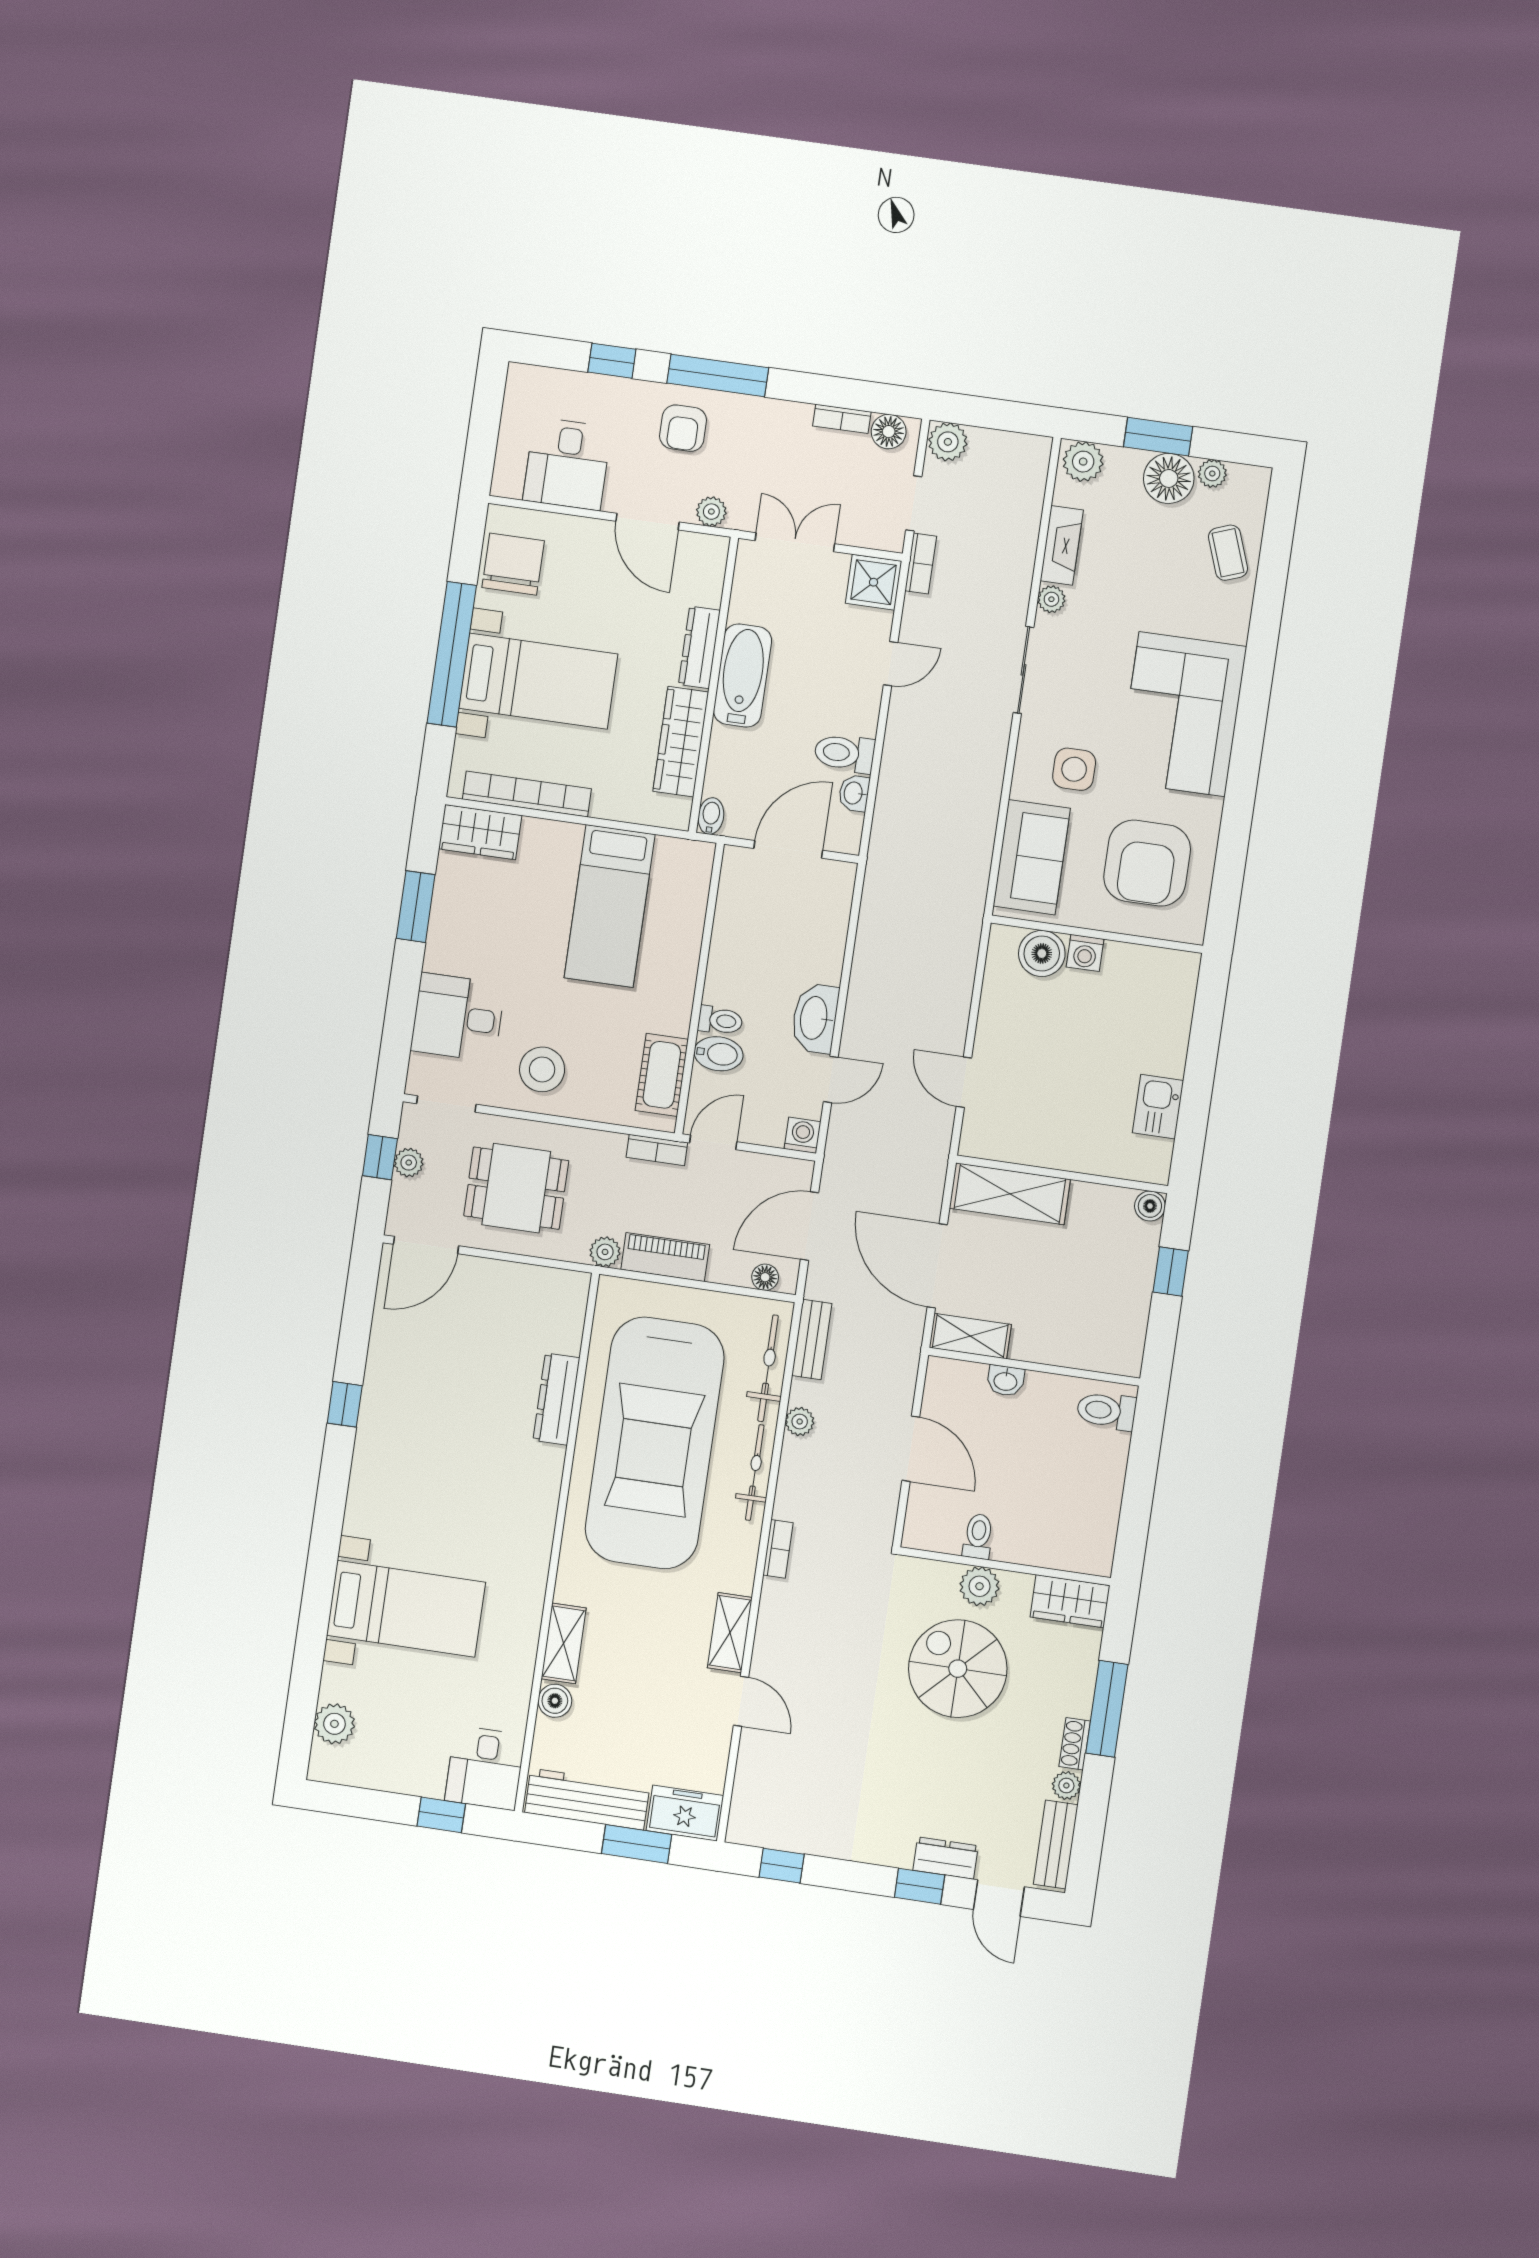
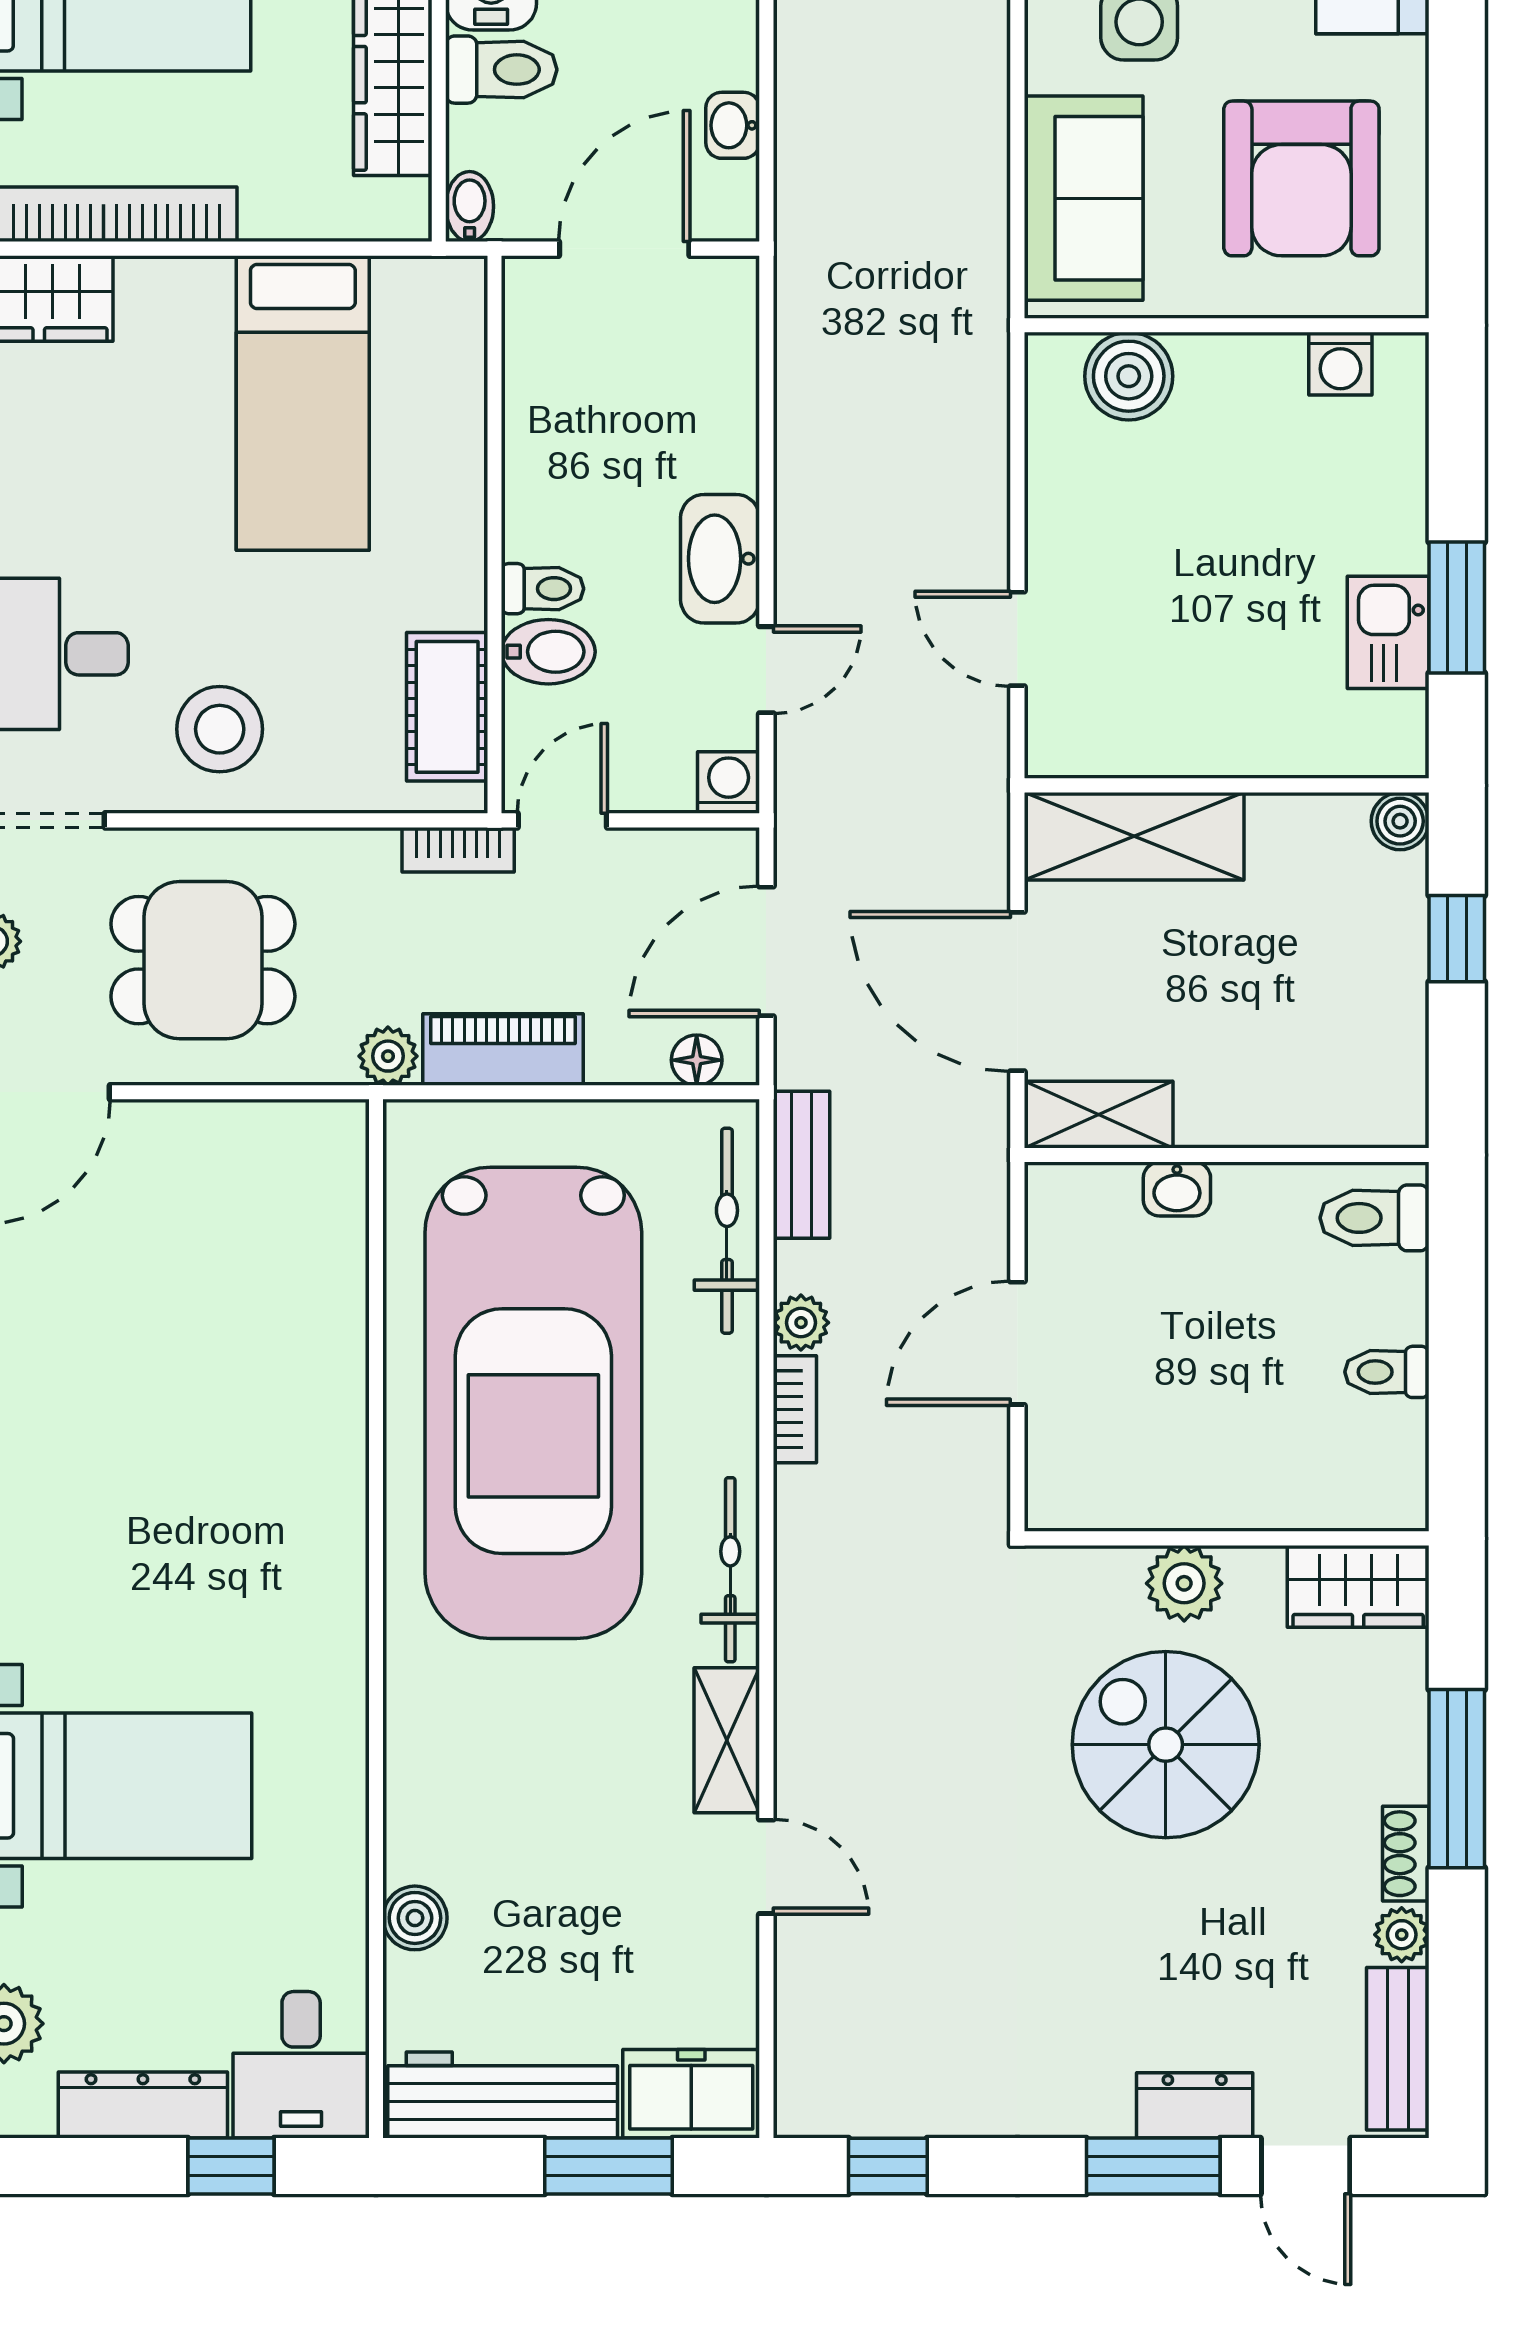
toilet: (844, 753) -> (501, 70), moved, turned 180
washing machine: (1085, 953) -> (1340, 364), moved
window: (1196, 1099) -> (1457, 608), added
dresser: (556, 1399) -> (143, 2105), moved, turned 90
door: (911, 1449) -> (1017, 1343), swing flipped
bicycle: (755, 1473) -> (730, 1570), moved
toilet: (978, 1536) -> (1387, 1372), moved, turned -90
bookcase: (778, 1549) -> (795, 1409), moved
shelving: (564, 1643) -> (416, 1807), removed
window: (920, 1886) -> (1153, 2166), width x1.50

